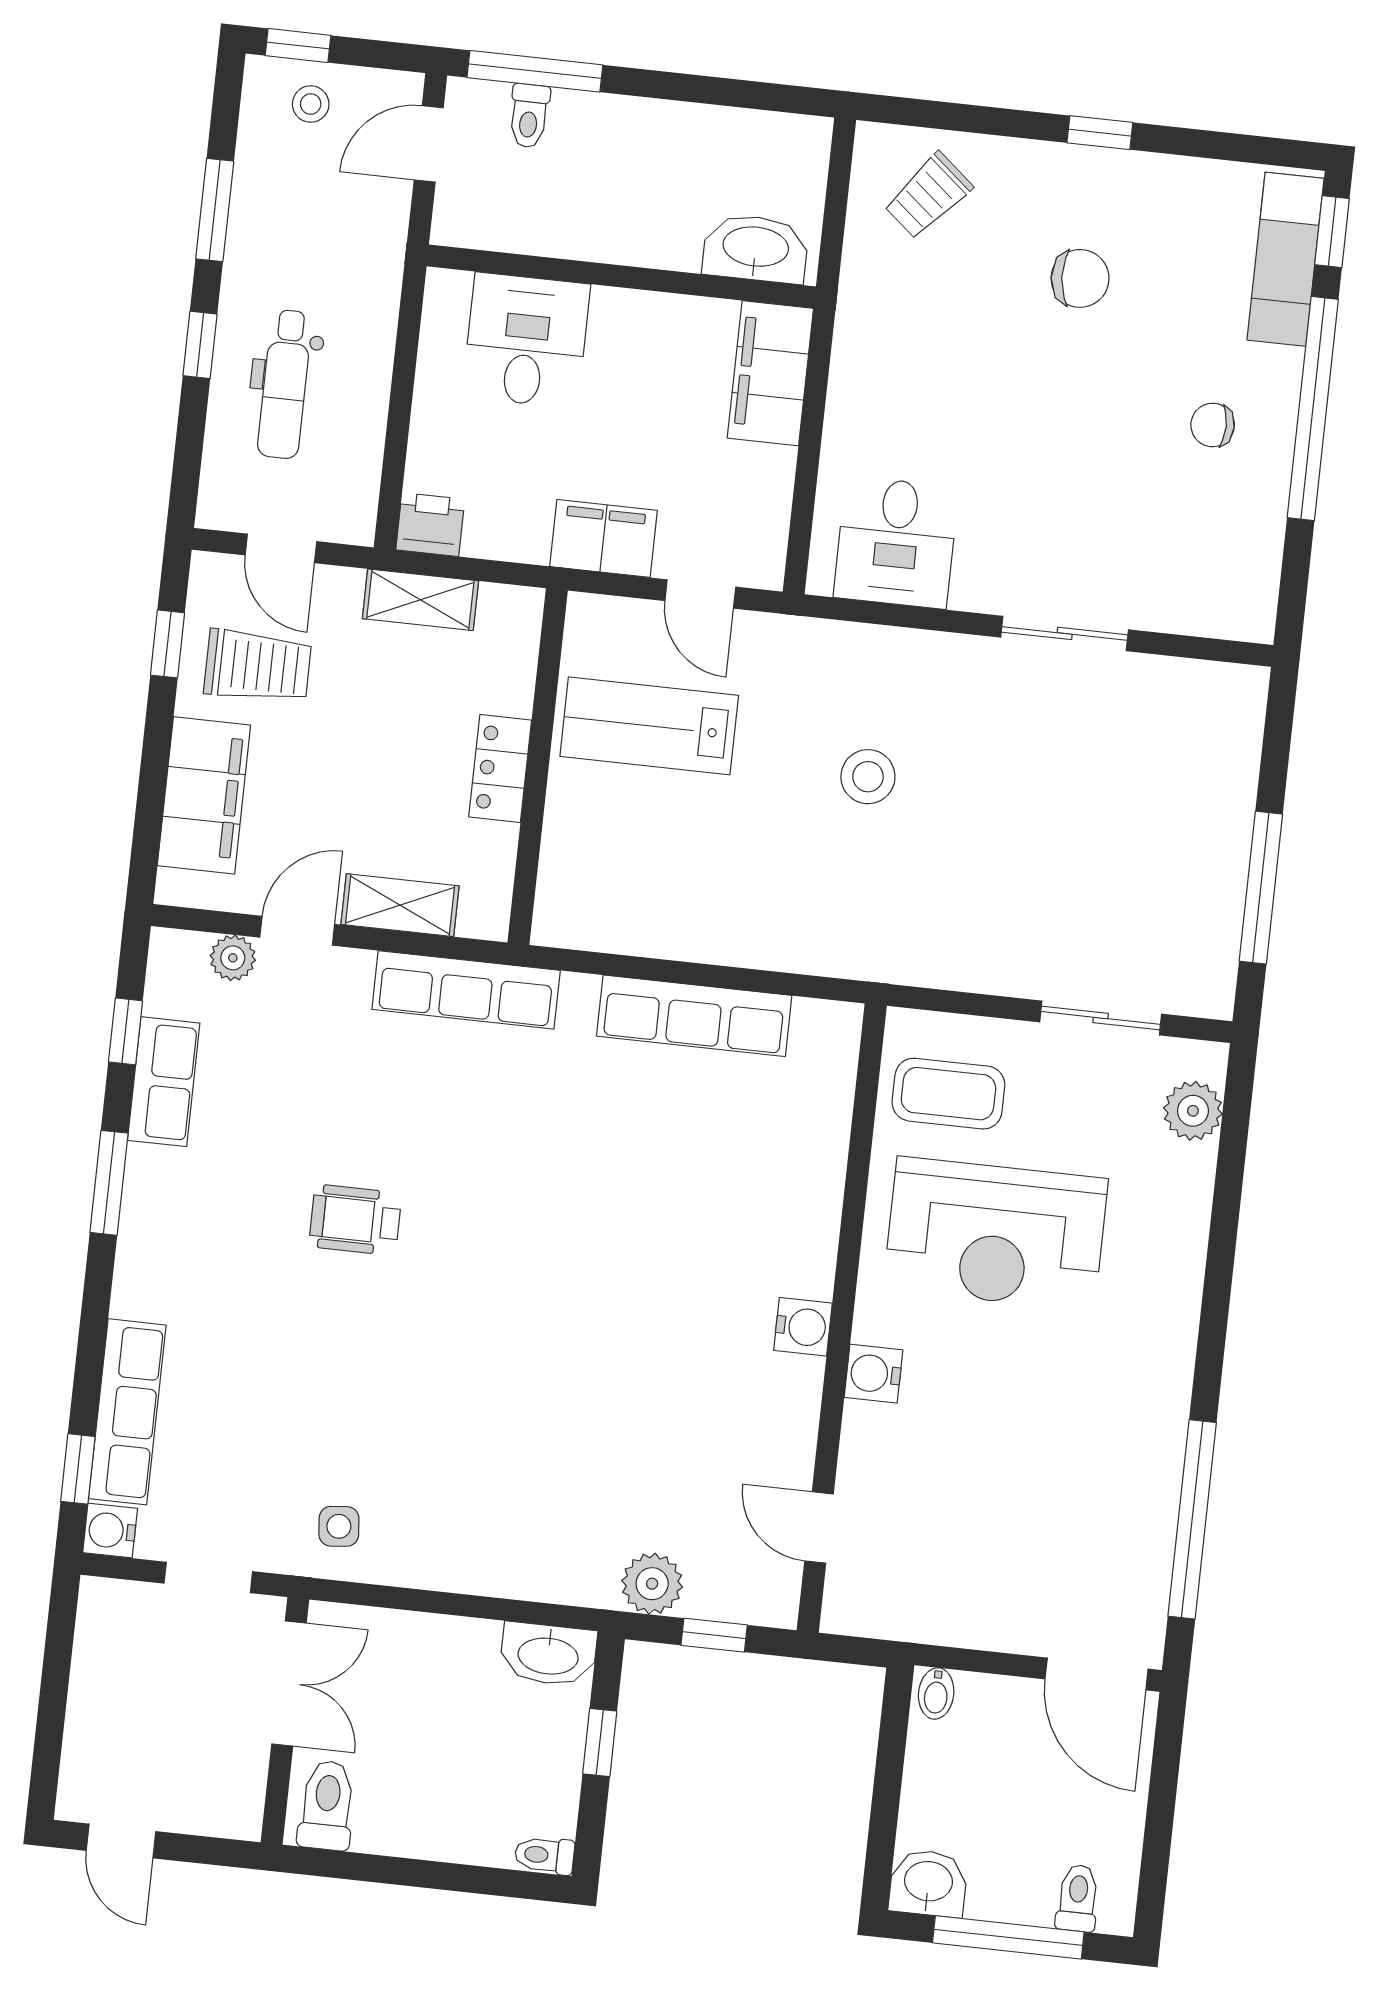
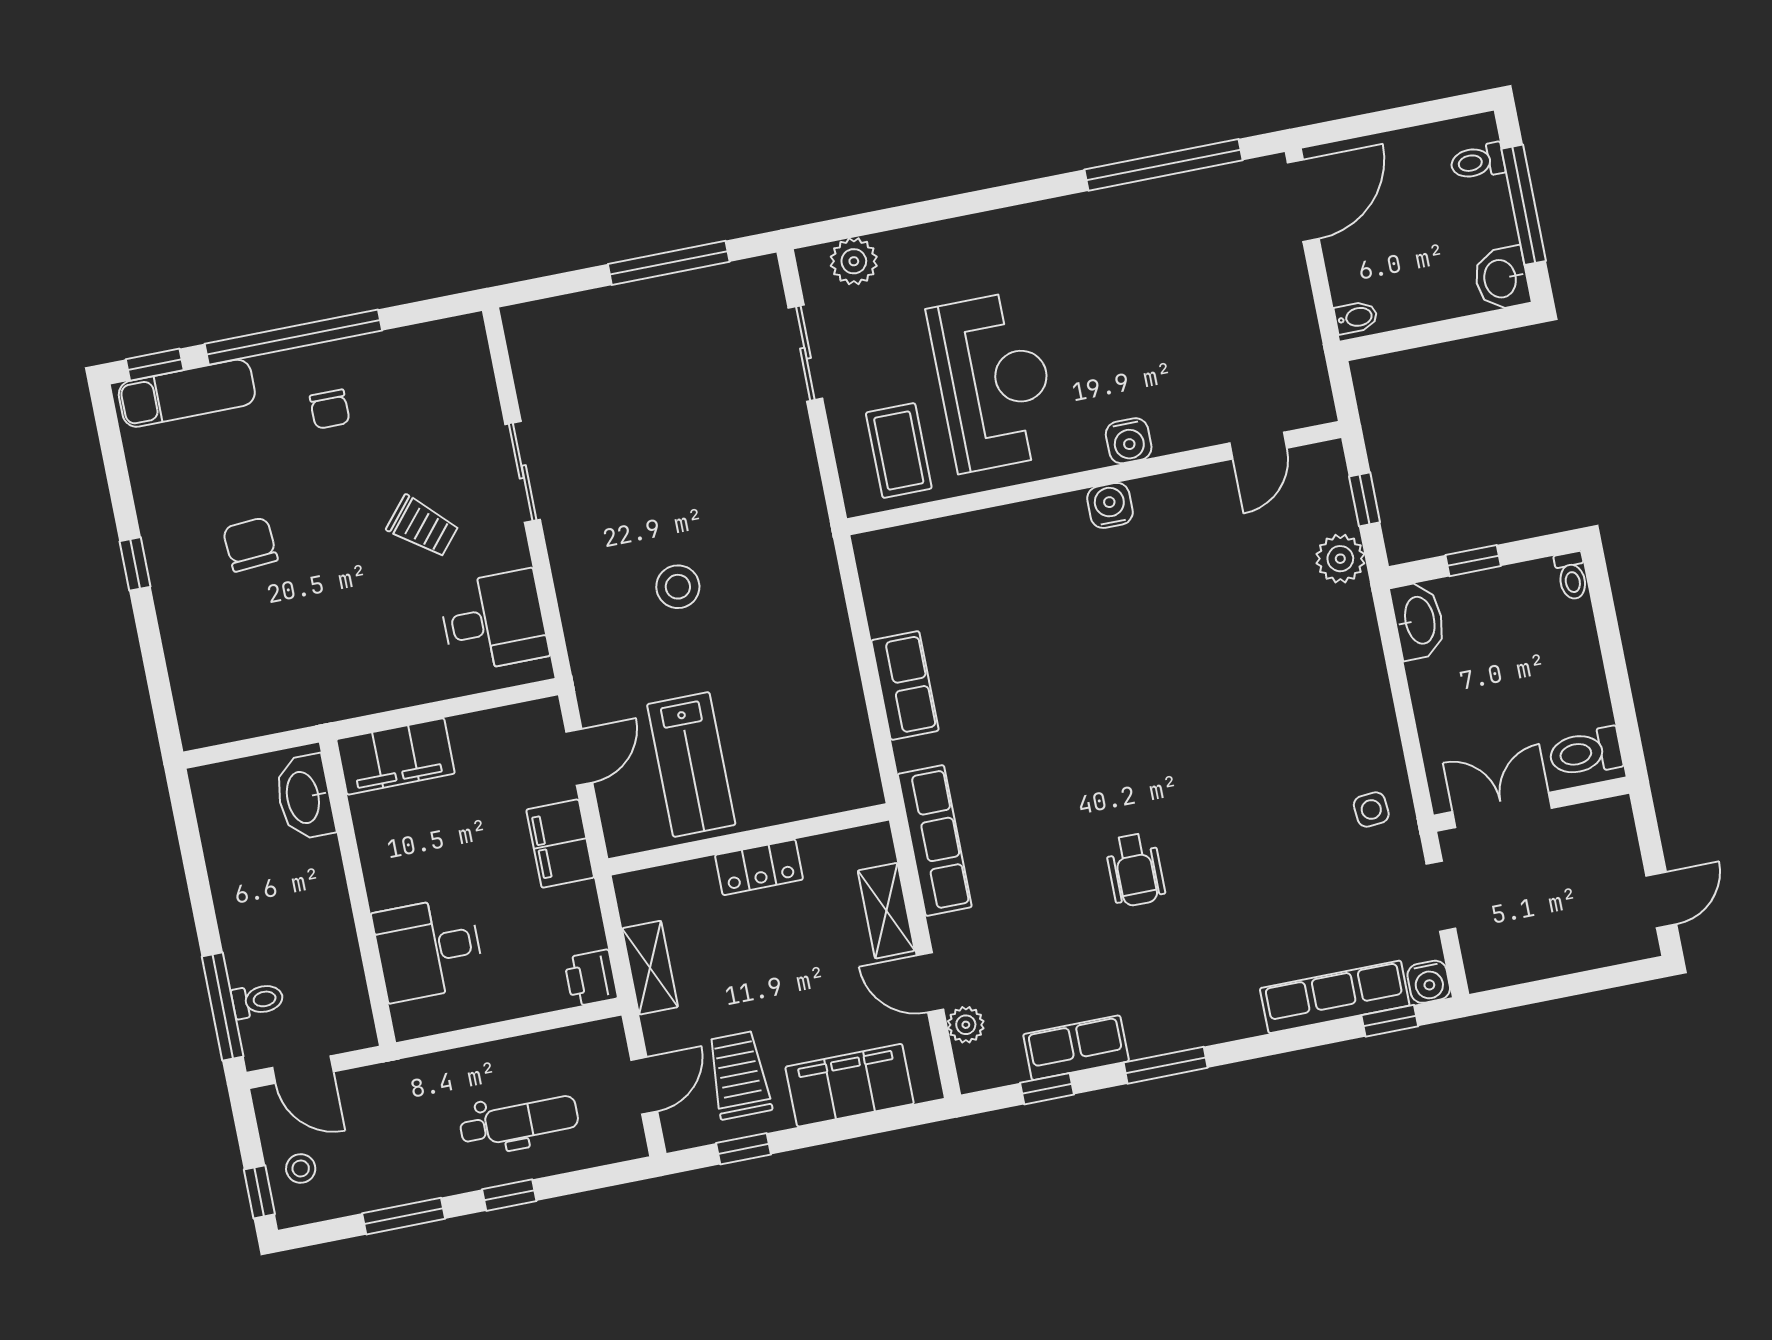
trolley: (928, 196) -> (423, 527), moved
row of seats: (694, 1016) -> (905, 685), width x0.68

